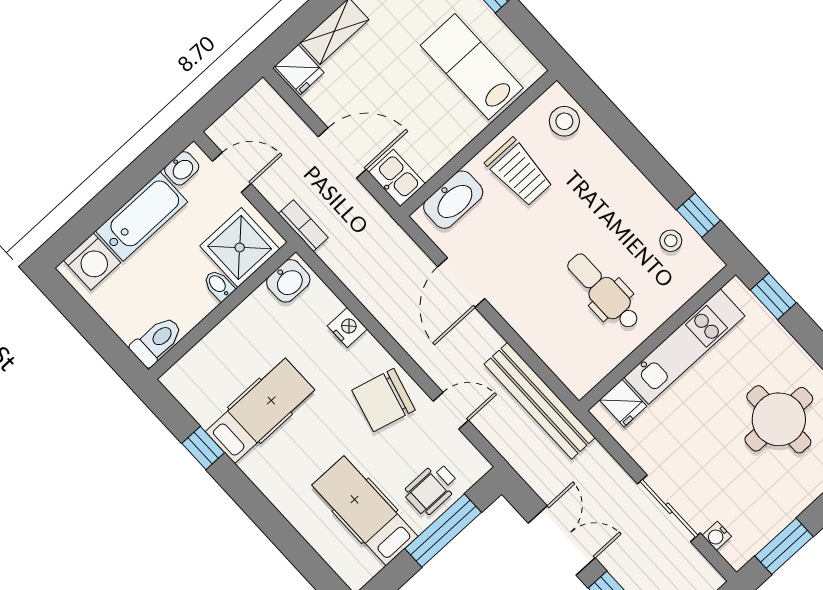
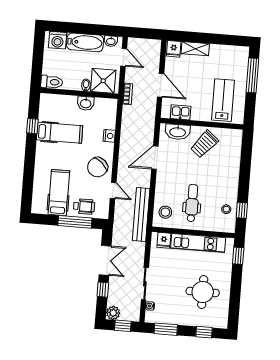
stool: (564, 121) -> (165, 212), moved
trolley: (519, 172) -> (204, 144), turned 40
kitchen sink: (397, 178) -> (181, 112), moved, turned -90
washbasin: (288, 281) -> (86, 103), moved
chair: (384, 400) -> (97, 167), turned -63
wheelchair: (431, 489) -> (84, 206), turned 180

